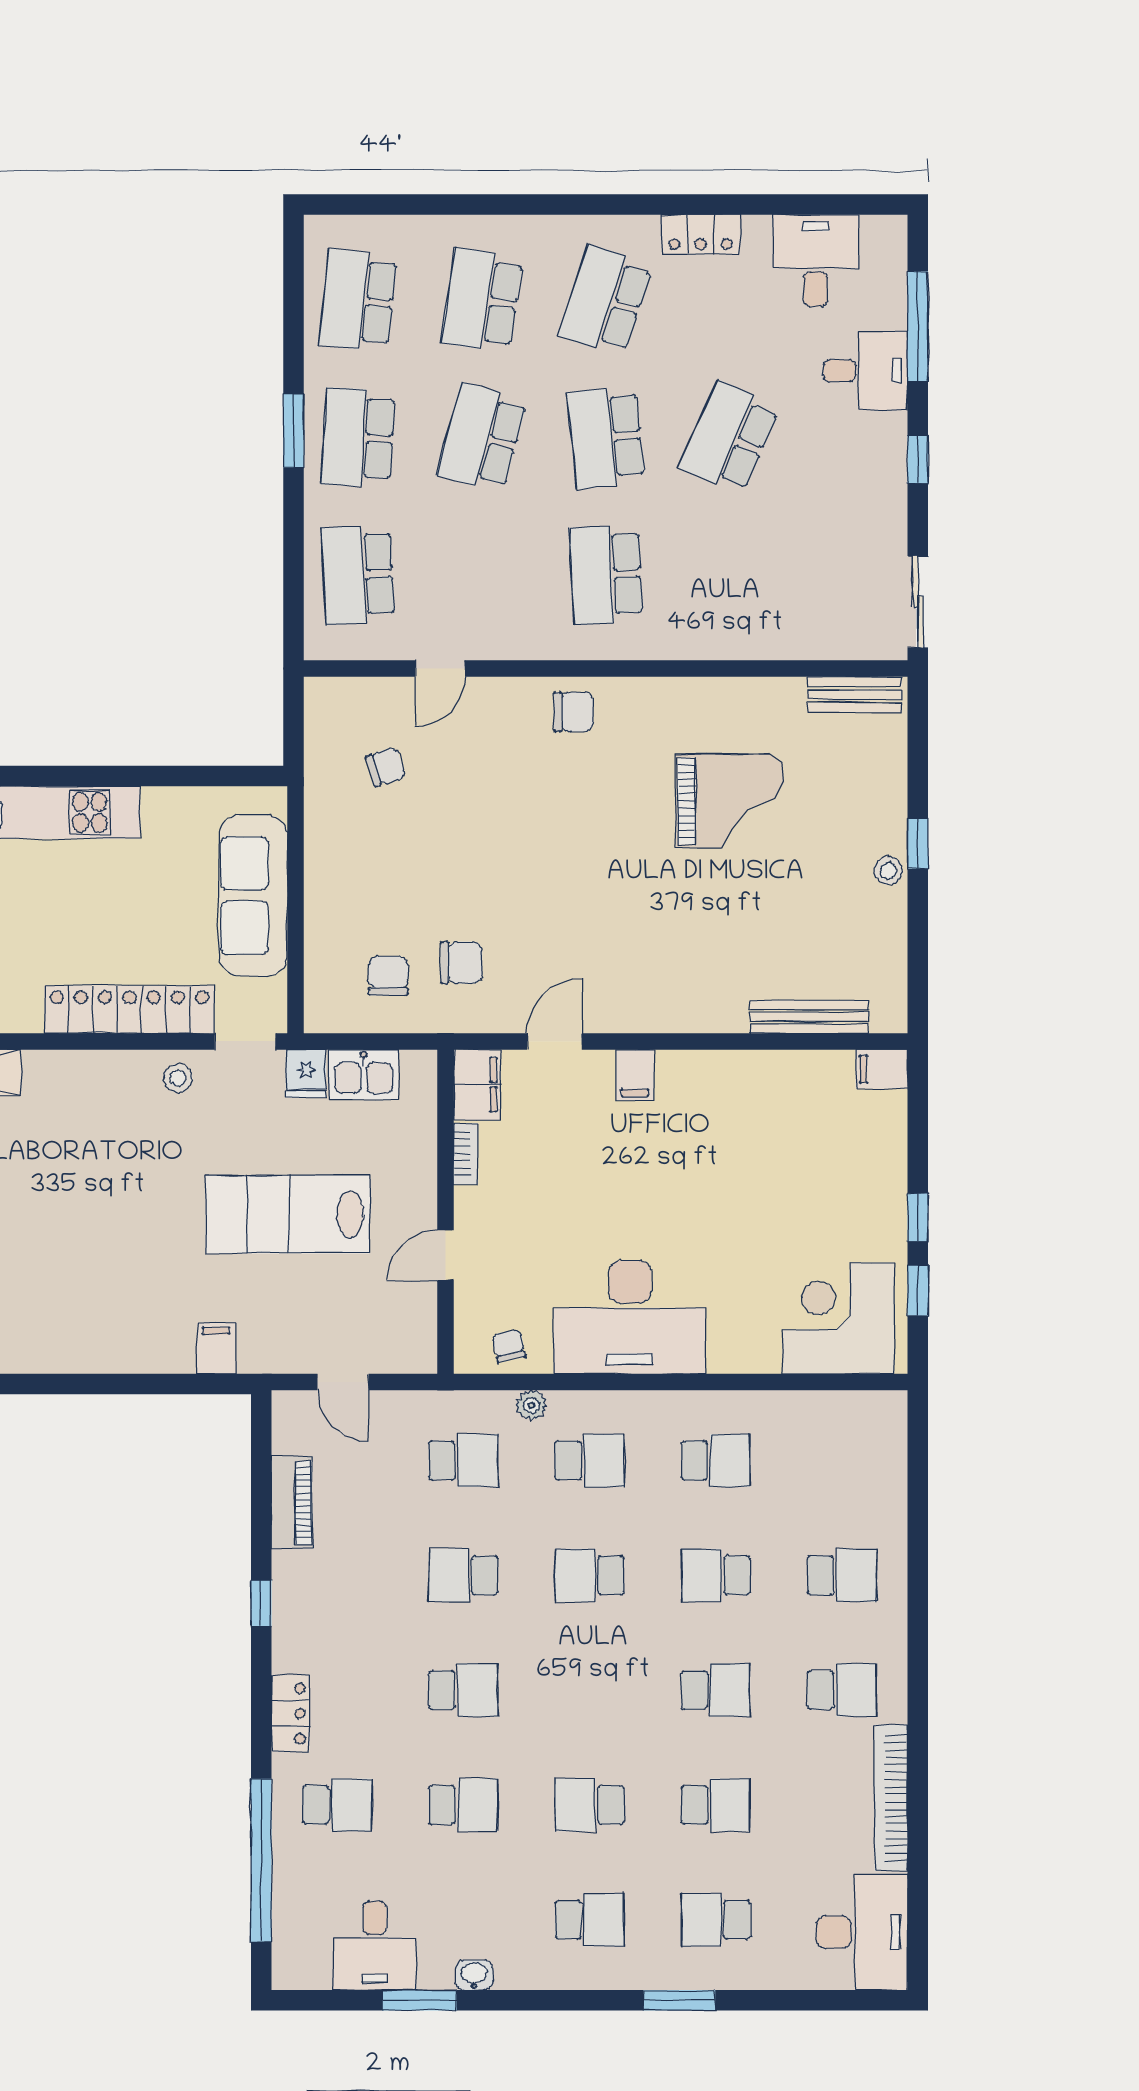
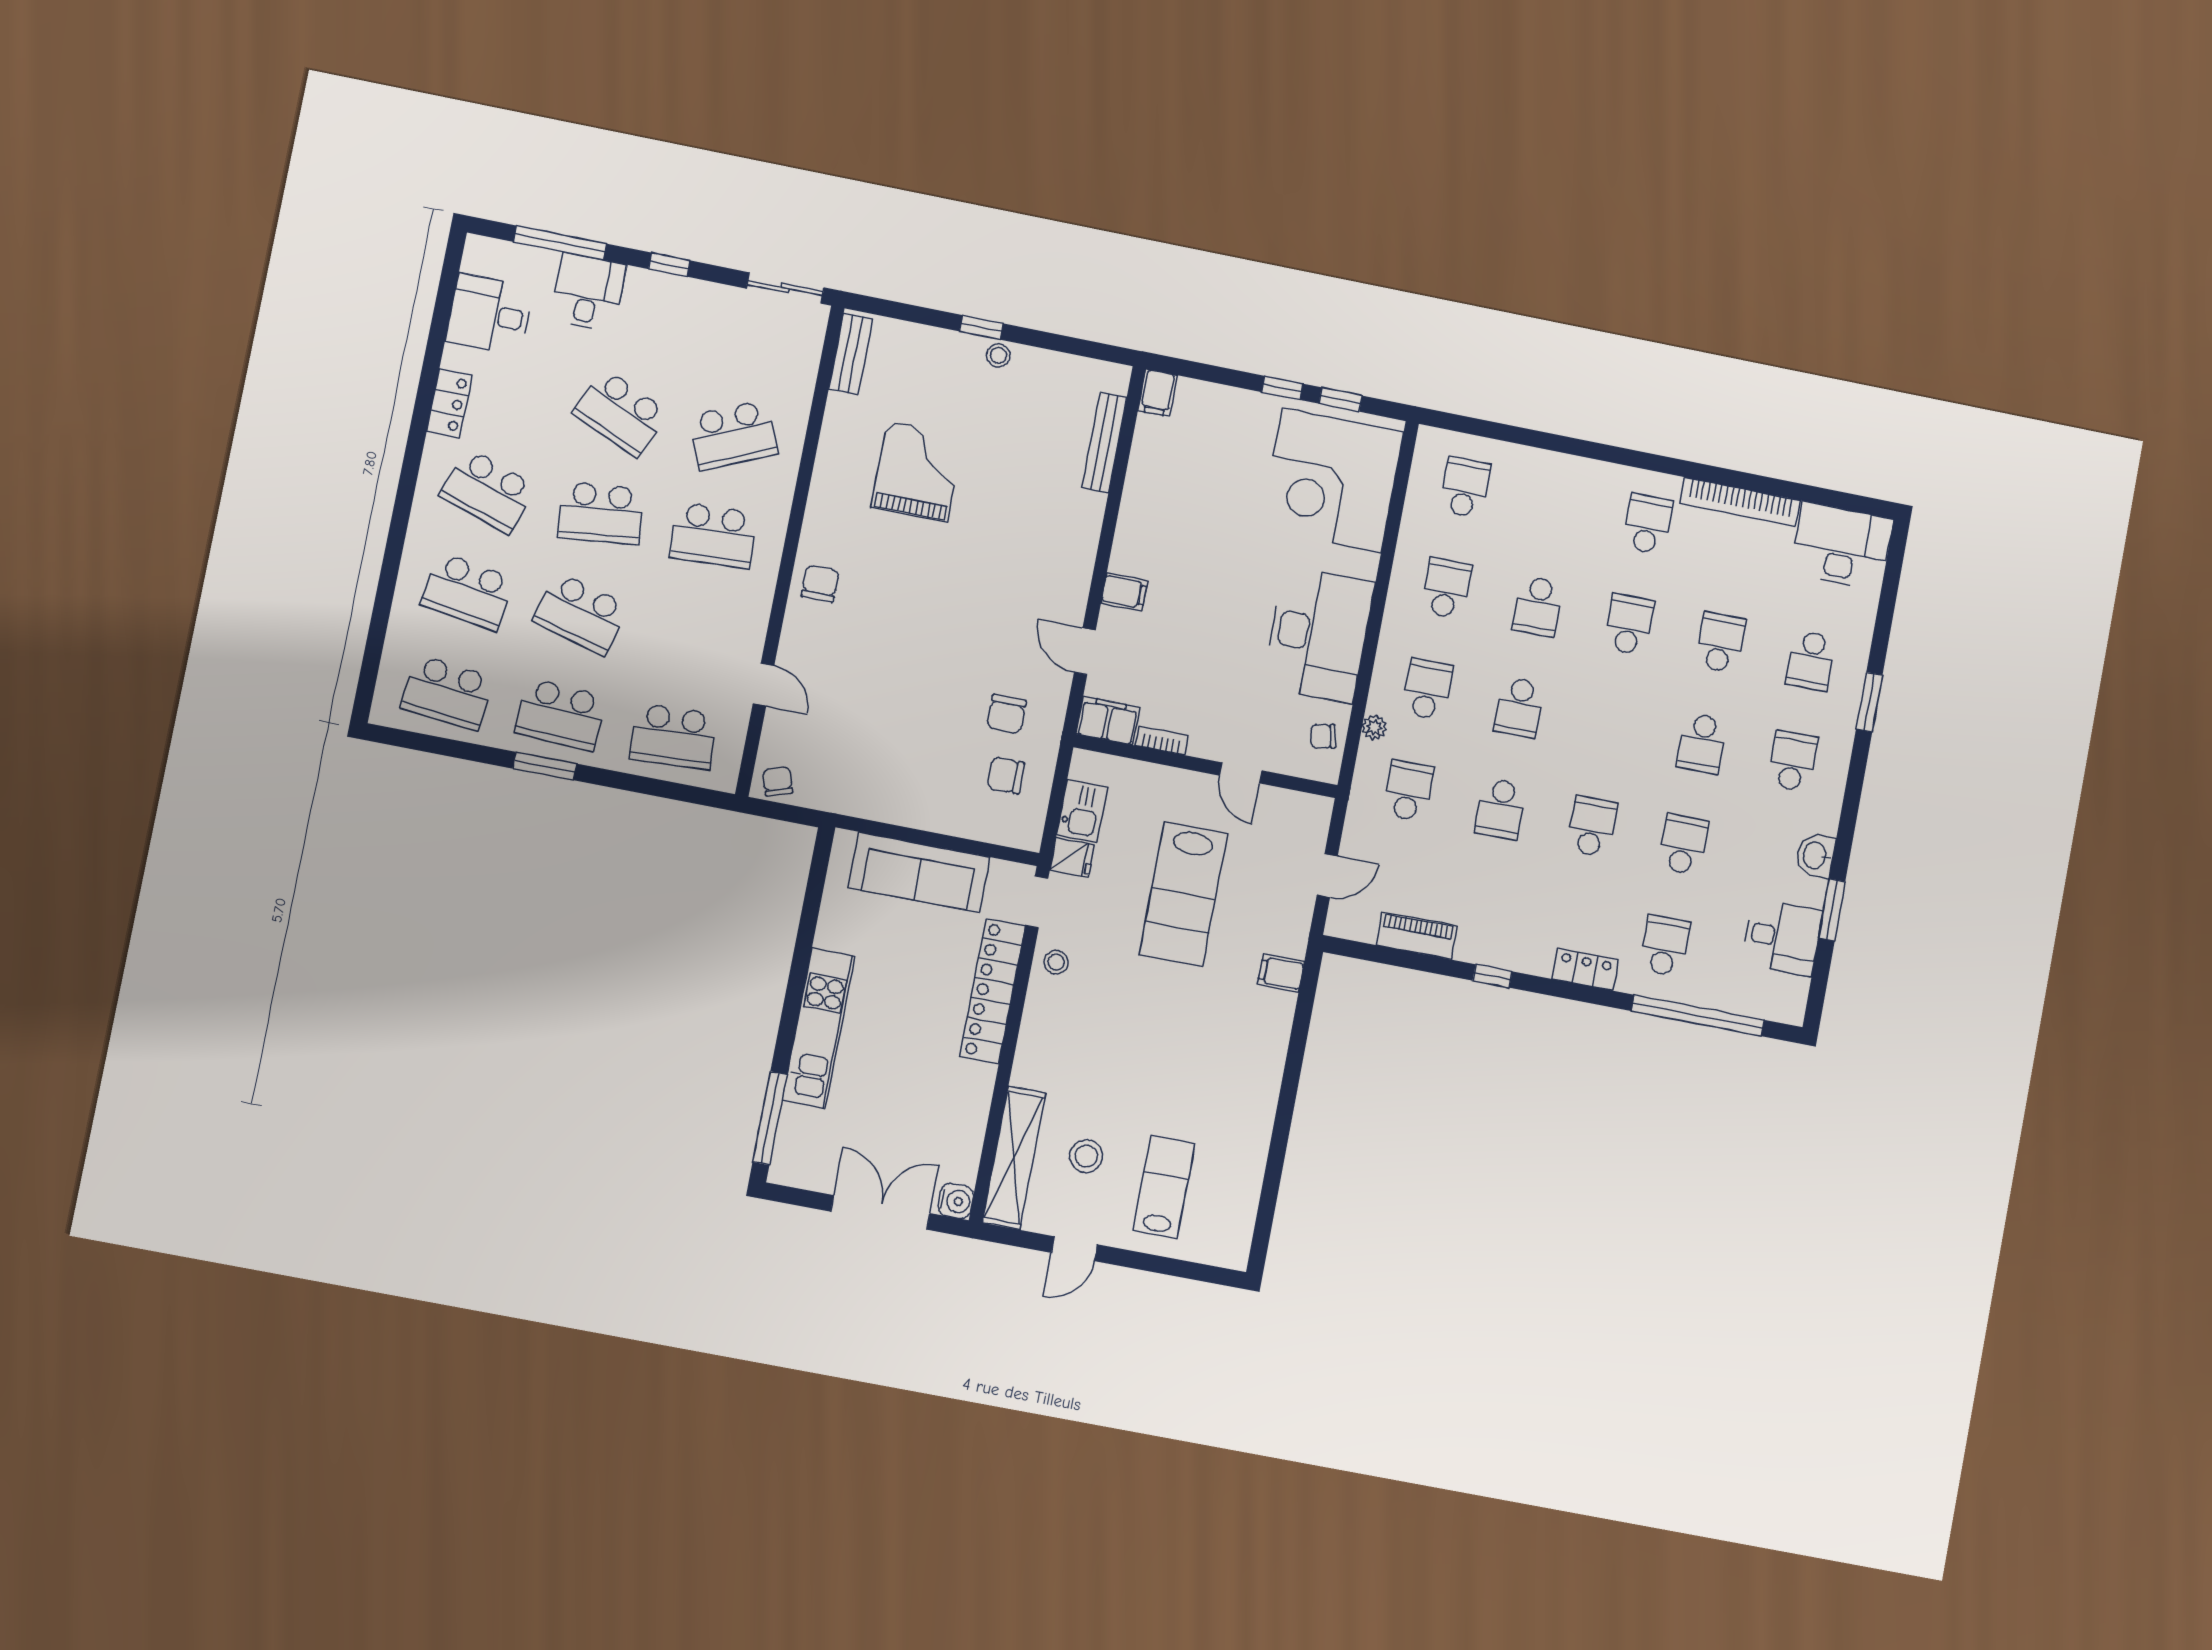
school desk: (730, 575) -> (733, 435), added
chair: (385, 767) -> (778, 781), moved
chair: (461, 963) -> (1006, 714), turned 180
corner desk: (838, 1318) -> (1332, 480), width x1.36, depth x1.36
school desk: (842, 1575) -> (1465, 487), moved
washbasin: (474, 1975) -> (1816, 855), width x1.38, depth x1.45

